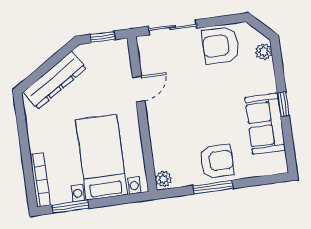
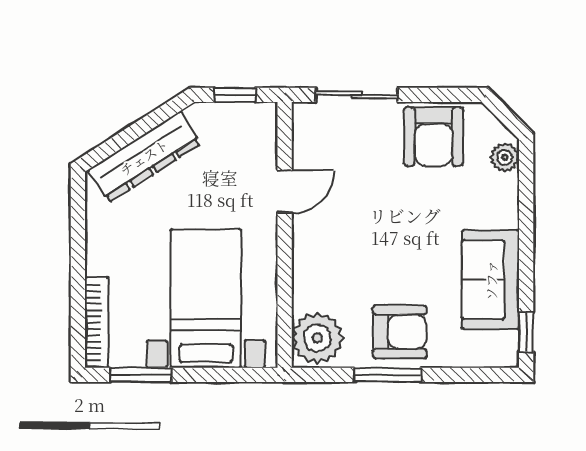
armchair: (221, 45) -> (434, 137), turned -90
window: (283, 104) -> (526, 332), moved
plant: (163, 179) -> (317, 338), width x1.87, depth x1.87

